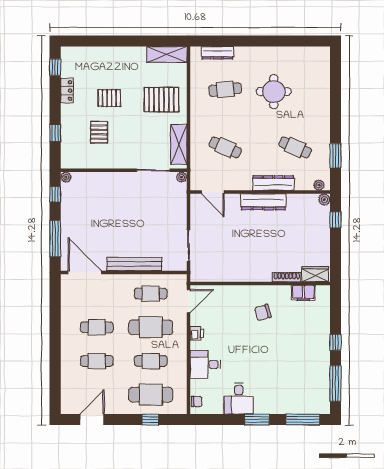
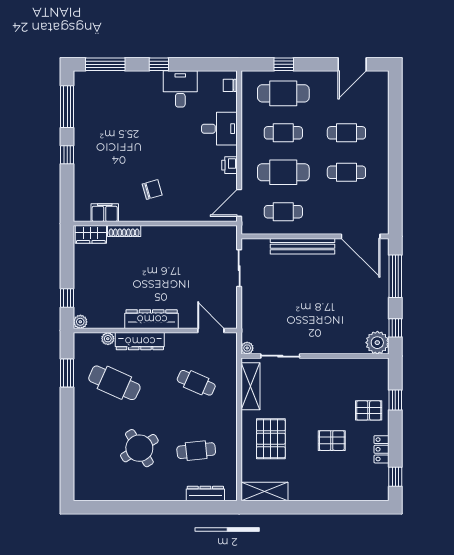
round table: (274, 92) -> (139, 448), turned -32
pallet: (161, 100) -> (271, 439), turned 90
pallet: (99, 132) -> (369, 410), moved, turned 90
cafe table: (295, 147) -> (114, 383), width x1.37, depth x1.35
plant: (66, 177) -> (377, 343), width x1.88, depth x1.88
plant: (319, 185) -> (108, 339), moved
window: (257, 420) -> (159, 64), width x0.67

